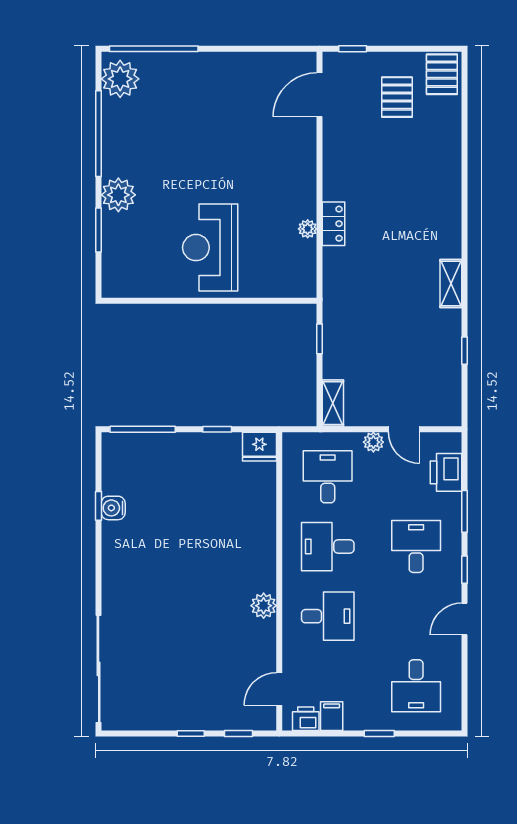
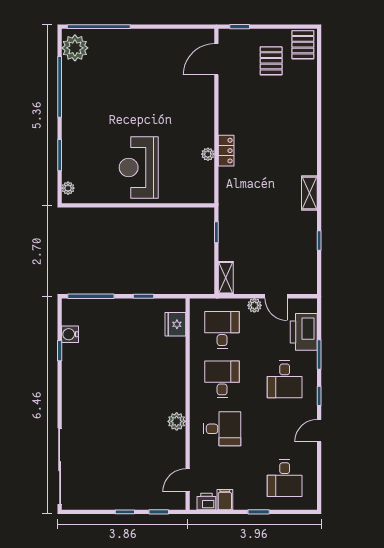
plant: (118, 195) -> (68, 188), moved, width x0.53, depth x0.53
fridge: (259, 447) -> (175, 324), moved, turned 90
printer: (446, 472) -> (304, 332), width x1.37, depth x1.19
water cooler: (113, 508) -> (70, 334), moved
desk: (328, 547) -> (222, 379), turned 90
desk: (416, 547) -> (285, 379), turned 180

